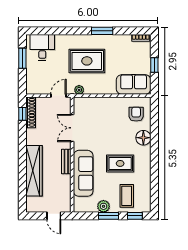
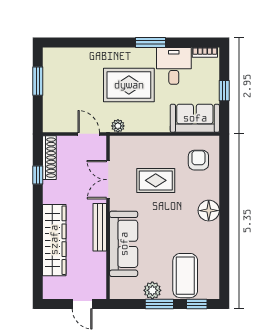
desk: (42, 47) -> (174, 66), moved
door: (58, 96) -> (89, 134), hinge flipped
window: (22, 114) -> (38, 175), moved
floor lamp: (143, 138) -> (209, 211), moved
bench: (66, 162) -> (100, 227), width x1.36
rug: (120, 163) -> (156, 180), moved
coffee table: (127, 196) -> (185, 276), width x1.36, depth x1.32

